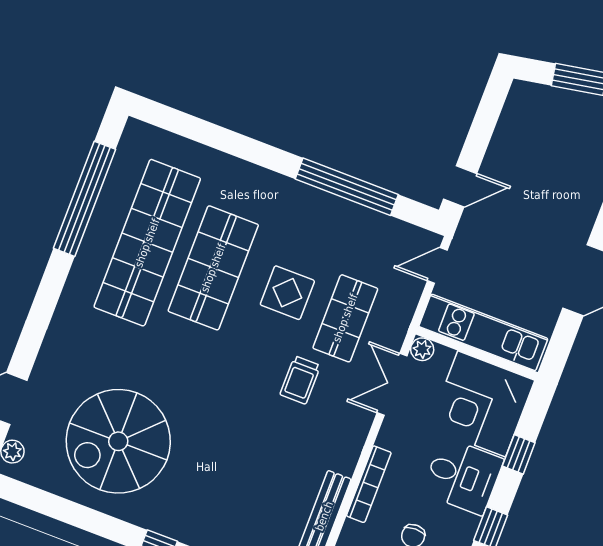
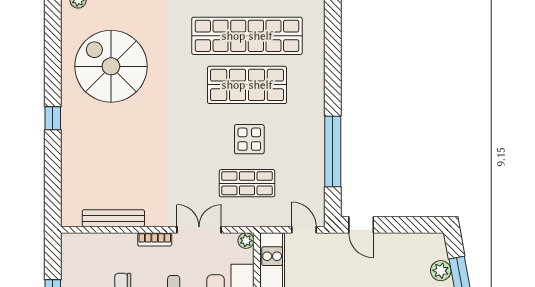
plant: (563, 103) -> (441, 271), added
trolley: (300, 380) -> (196, 169), removed
double door: (392, 384) -> (199, 230), moved
bookcase: (369, 484) -> (155, 239), width x0.64

